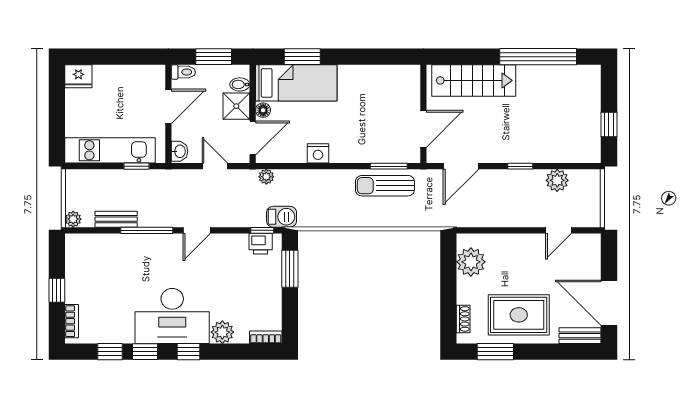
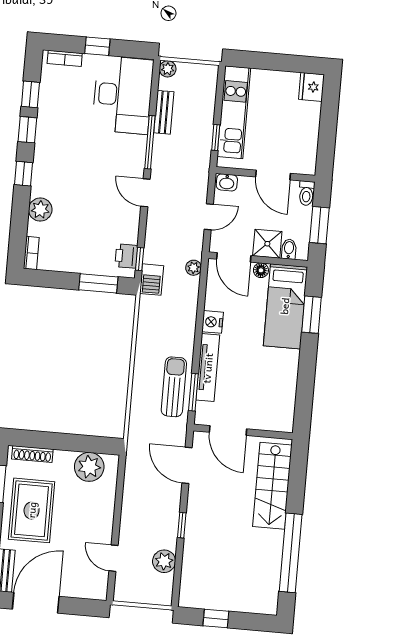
tv unit: (363, 154) -> (208, 368), added
desk: (172, 316) -> (123, 95), moved, turned 180
shoe rack: (463, 319) -> (32, 454), width x1.43

